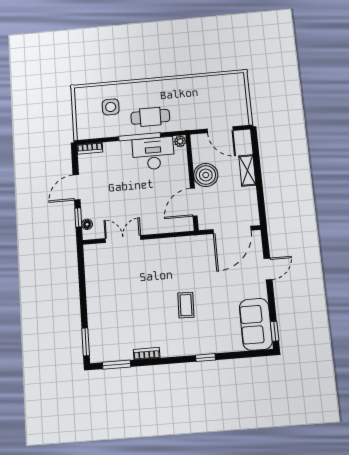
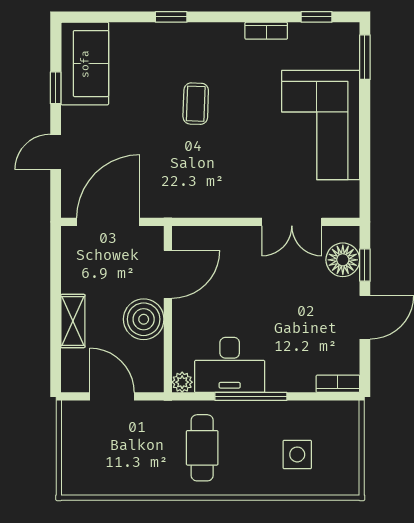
cafe table: (150, 117) -> (202, 448), moved, turned 90
floor lamp: (87, 224) -> (343, 260), width x1.89, depth x1.89
corner sofa: (110, 298) -> (321, 125), added
window: (275, 331) -> (56, 88), moved
window: (117, 365) -> (317, 17), width x0.67

